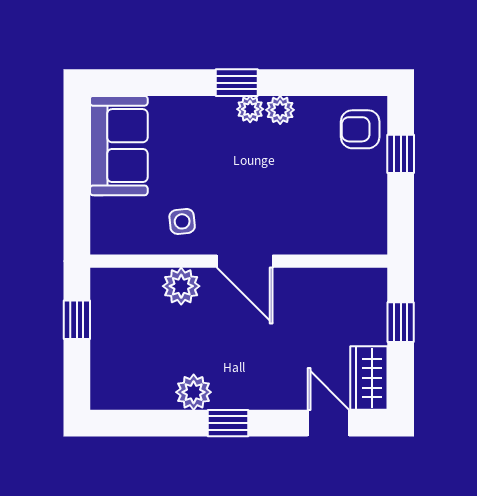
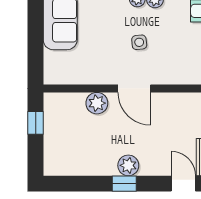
side table: (182, 221) -> (139, 42), moved
plant: (194, 392) -> (128, 165), moved

